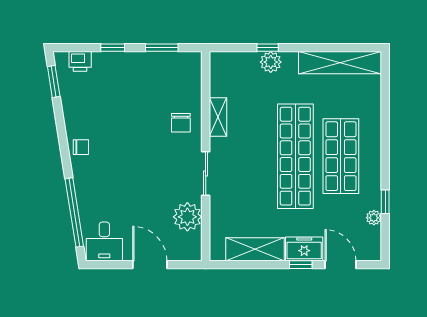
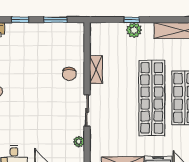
plant: (187, 217) -> (79, 142), width x0.53, depth x0.53

